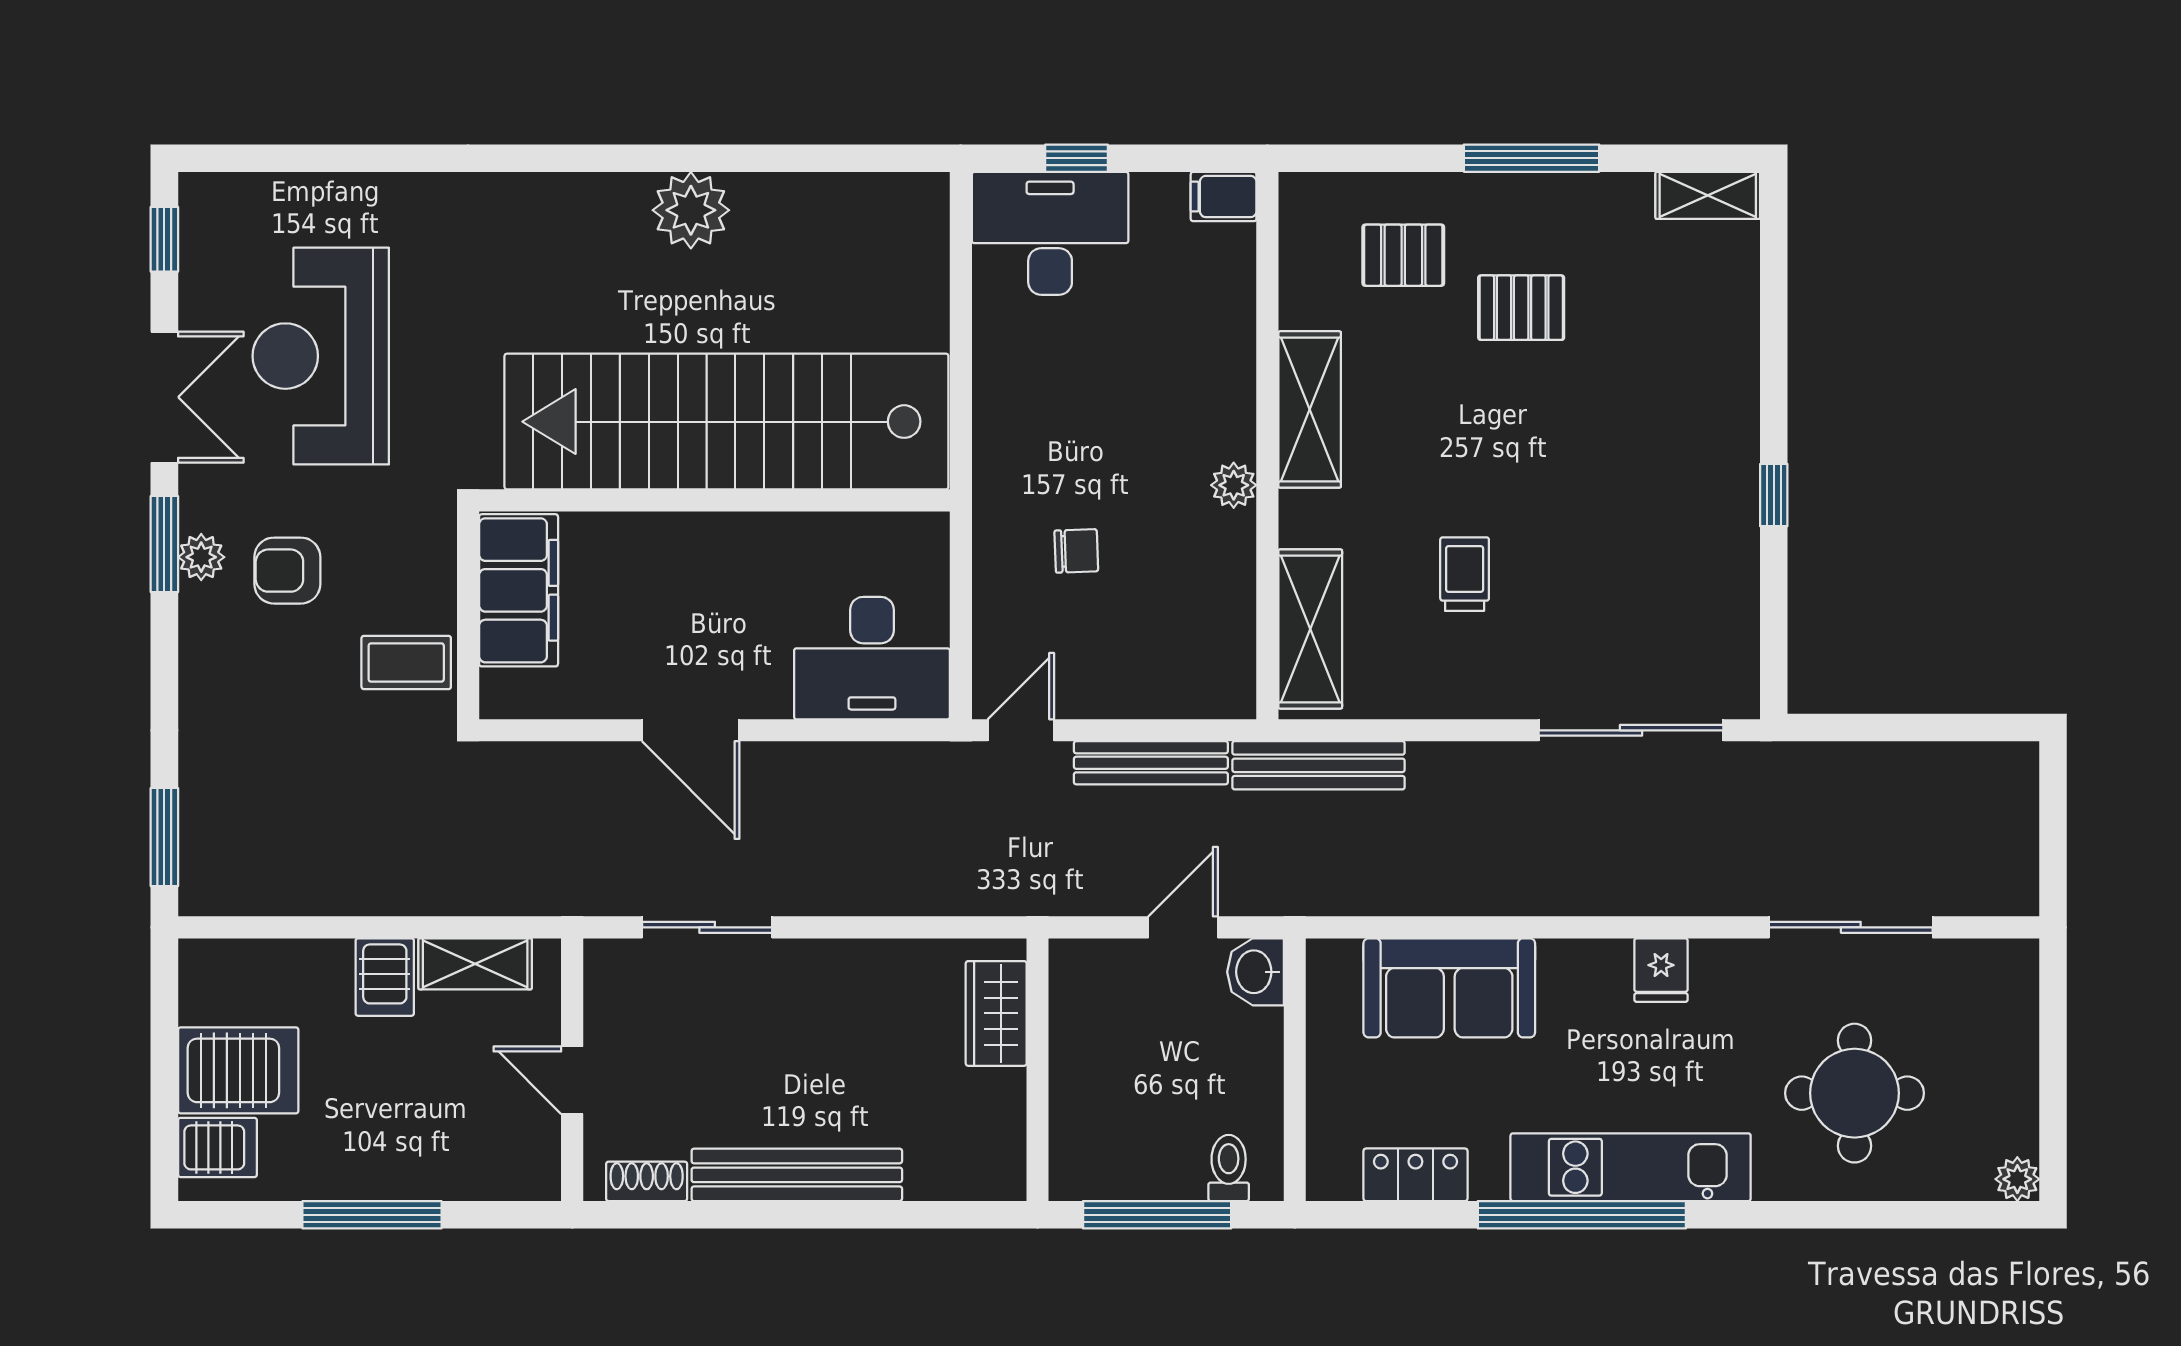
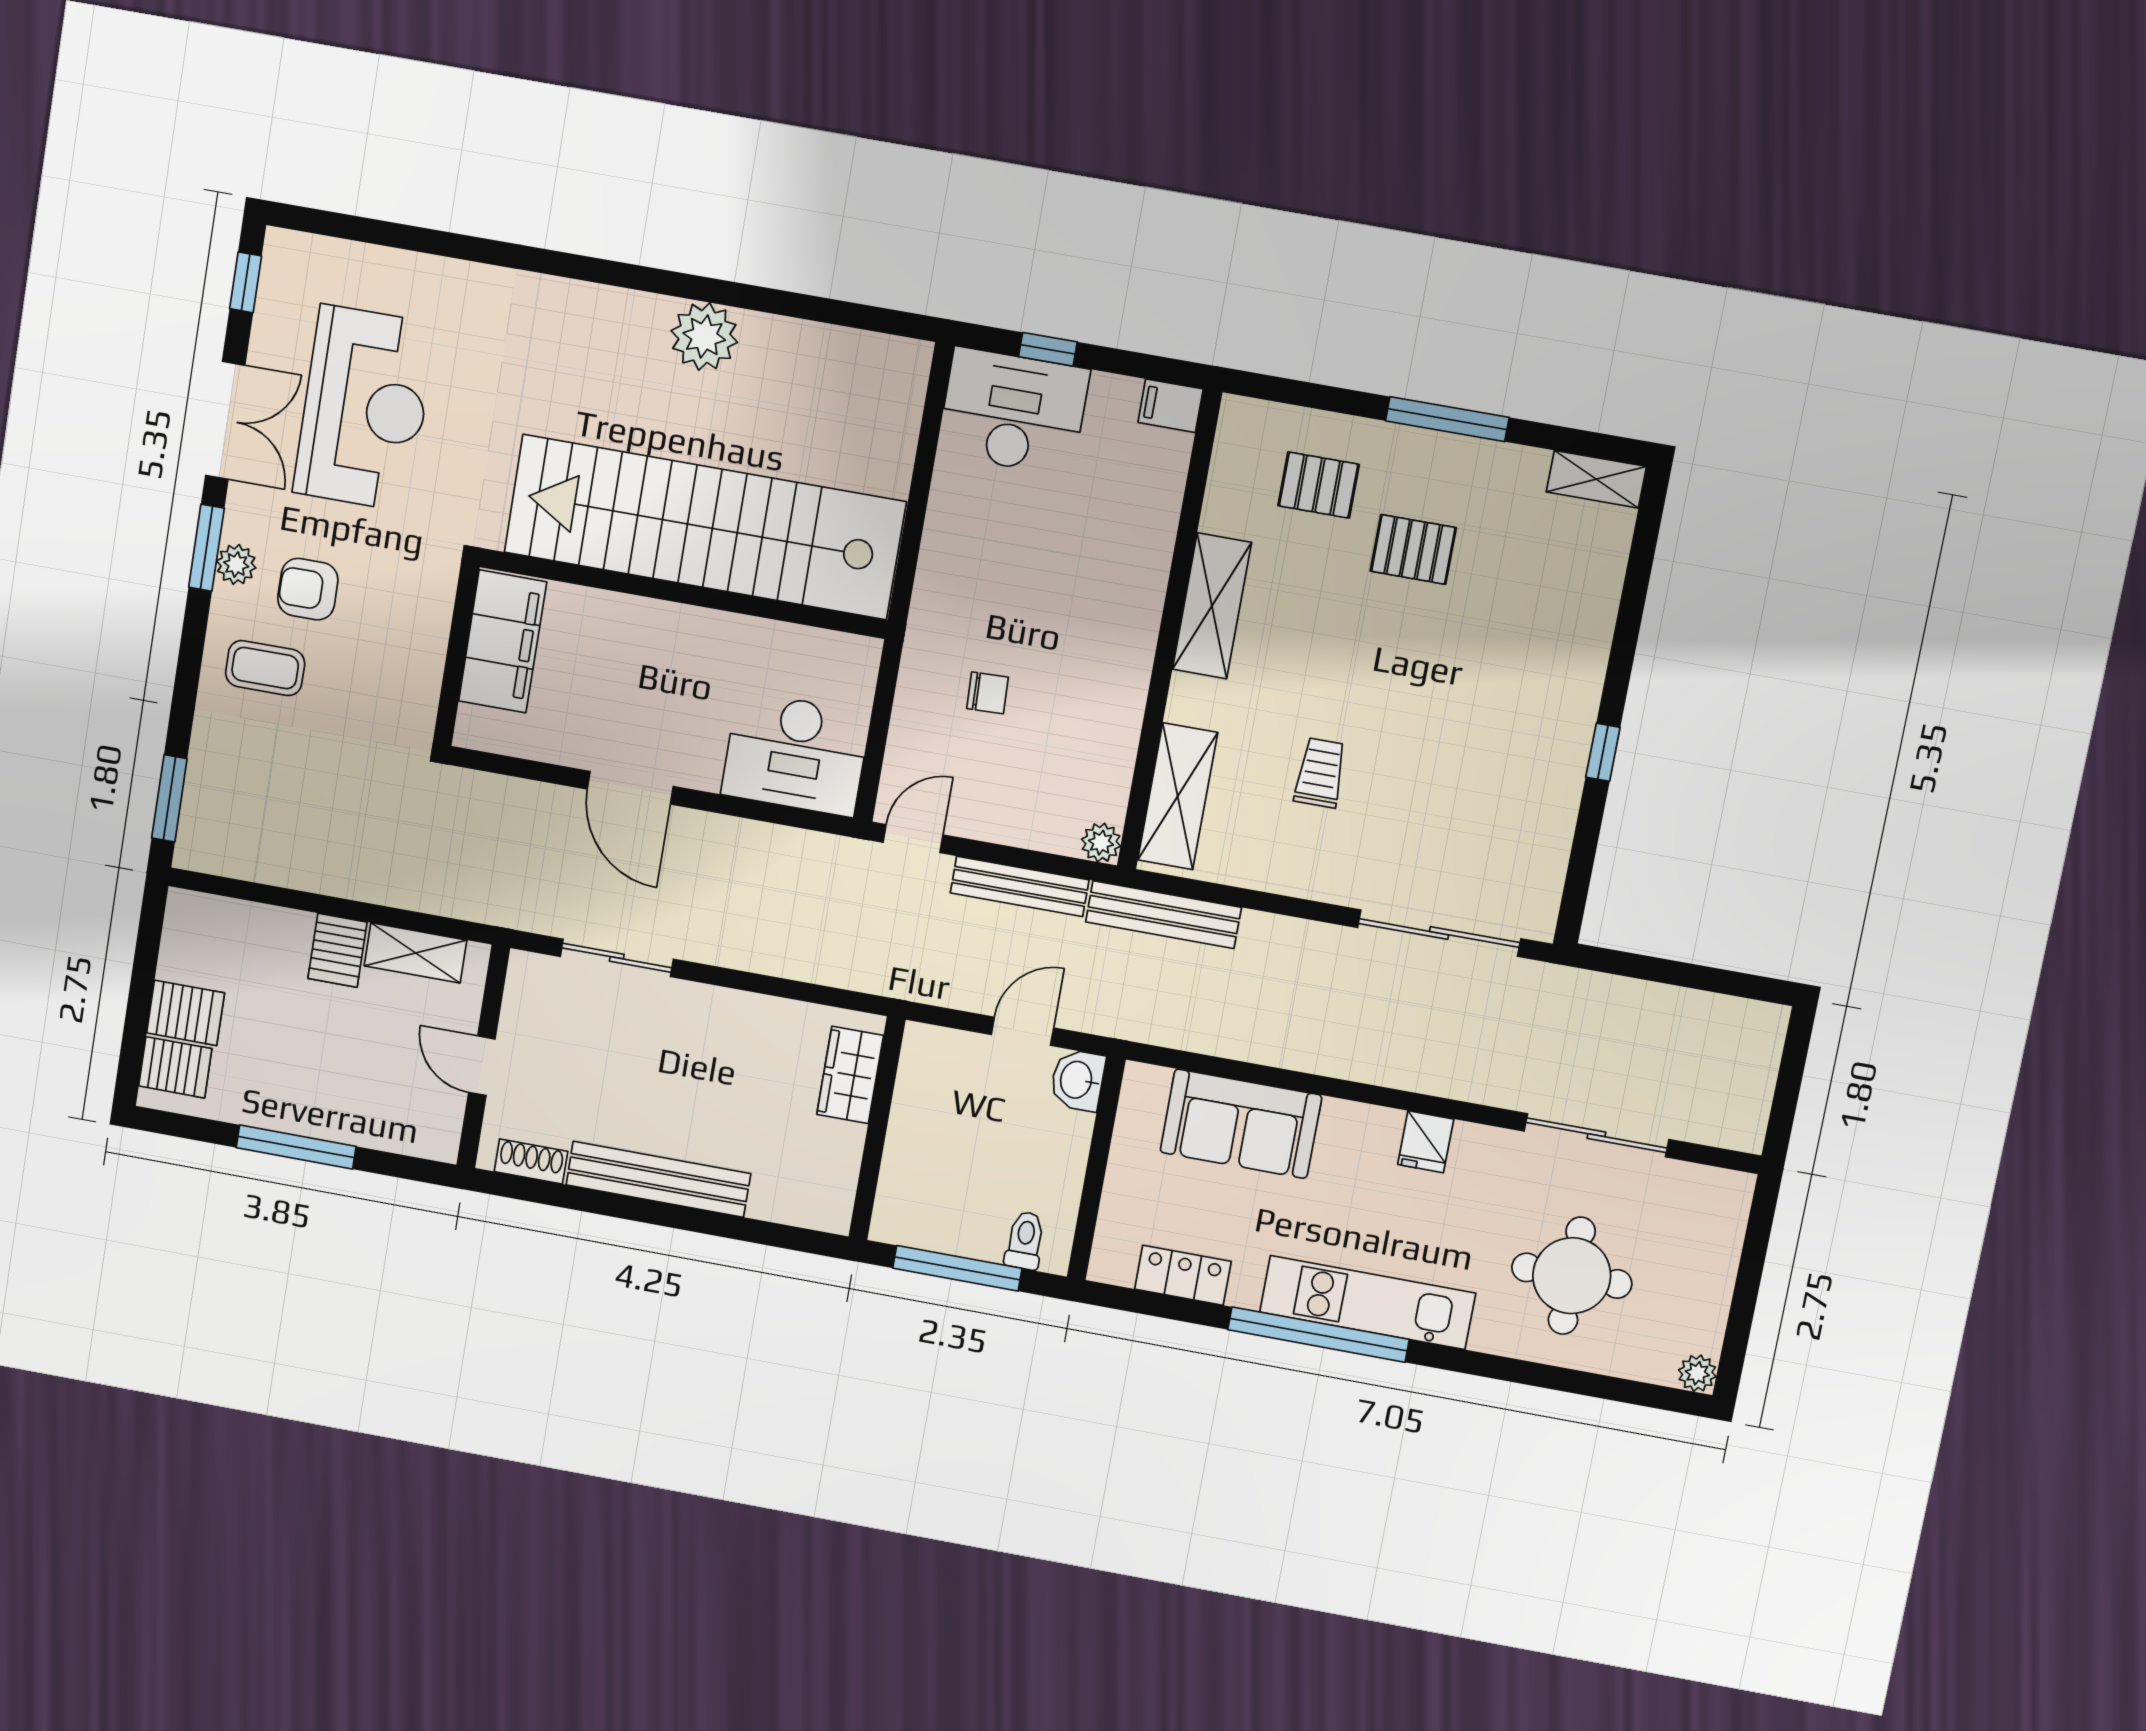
reception desk: (321, 356) -> (365, 408), turned 180
plant: (1234, 485) -> (1101, 843), moved
coffee table: (406, 662) -> (265, 668), moved
server rack: (238, 1070) -> (185, 1013), width x0.73, depth x0.70

